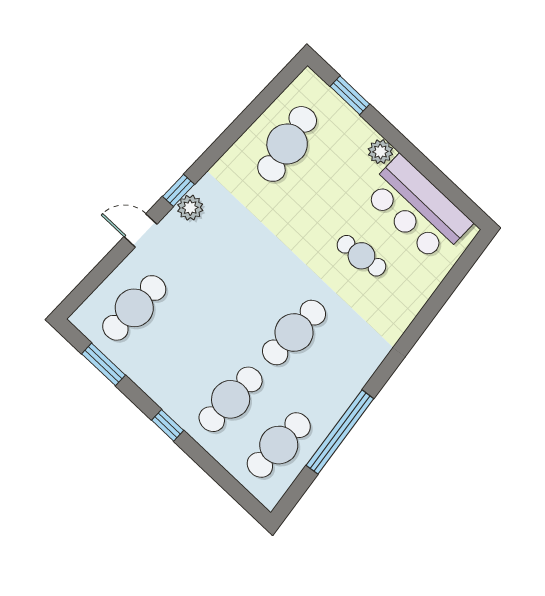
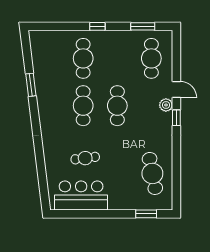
plant: (380, 152) -> (115, 204), removed
plant: (190, 208) -> (166, 105), moved
door: (141, 230) -> (176, 89), hinge flipped
window: (340, 432) -> (31, 85), width x0.47
cafe table: (279, 445) -> (117, 106), moved

